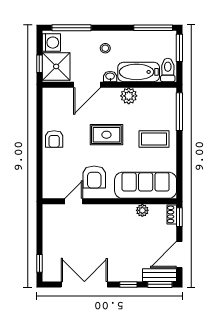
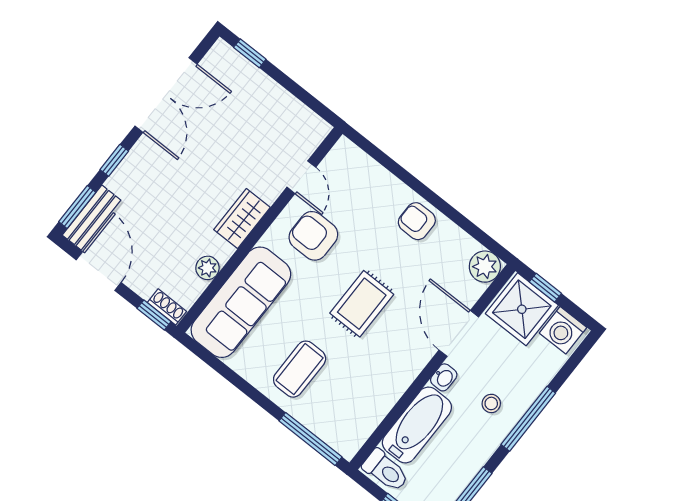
window: (71, 28) -> (528, 419), moved
plant: (129, 96) -> (485, 267), moved
wardrobe: (111, 212) -> (242, 219), added

